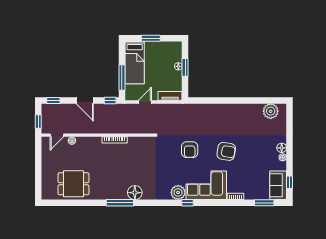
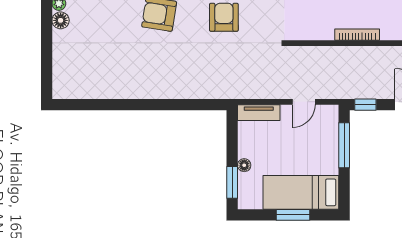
bed: (135, 63) -> (301, 192), moved, turned -90
window: (185, 67) -> (232, 182), moved
plant: (271, 111) -> (80, 86), removed

